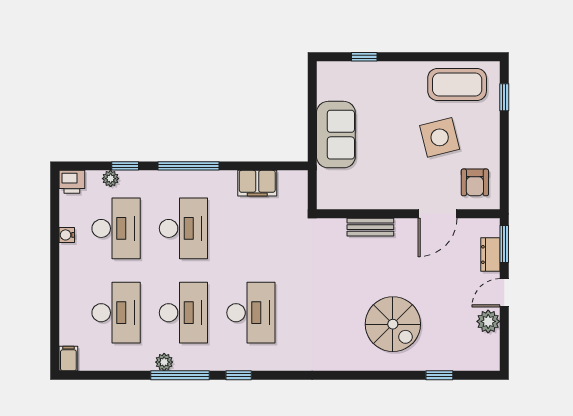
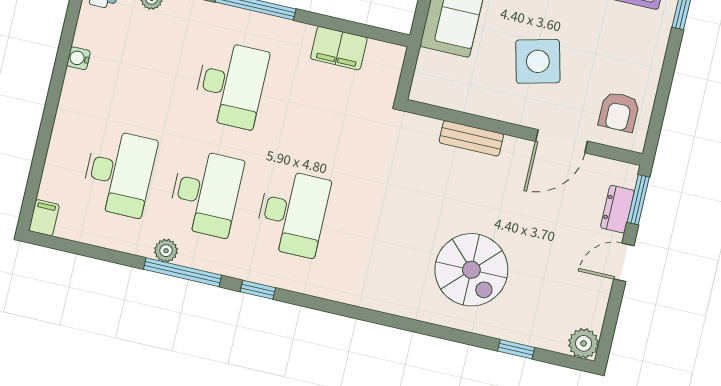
side table: (440, 137) -> (538, 61), moved
desk: (116, 228) -> (144, 64), removed
plant: (488, 321) -> (584, 343), moved

